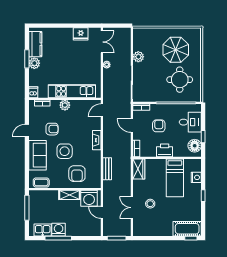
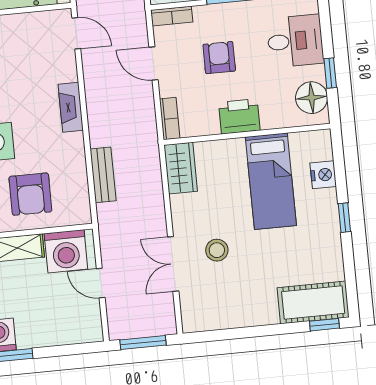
door: (102, 110) -> (76, 33), swing flipped

